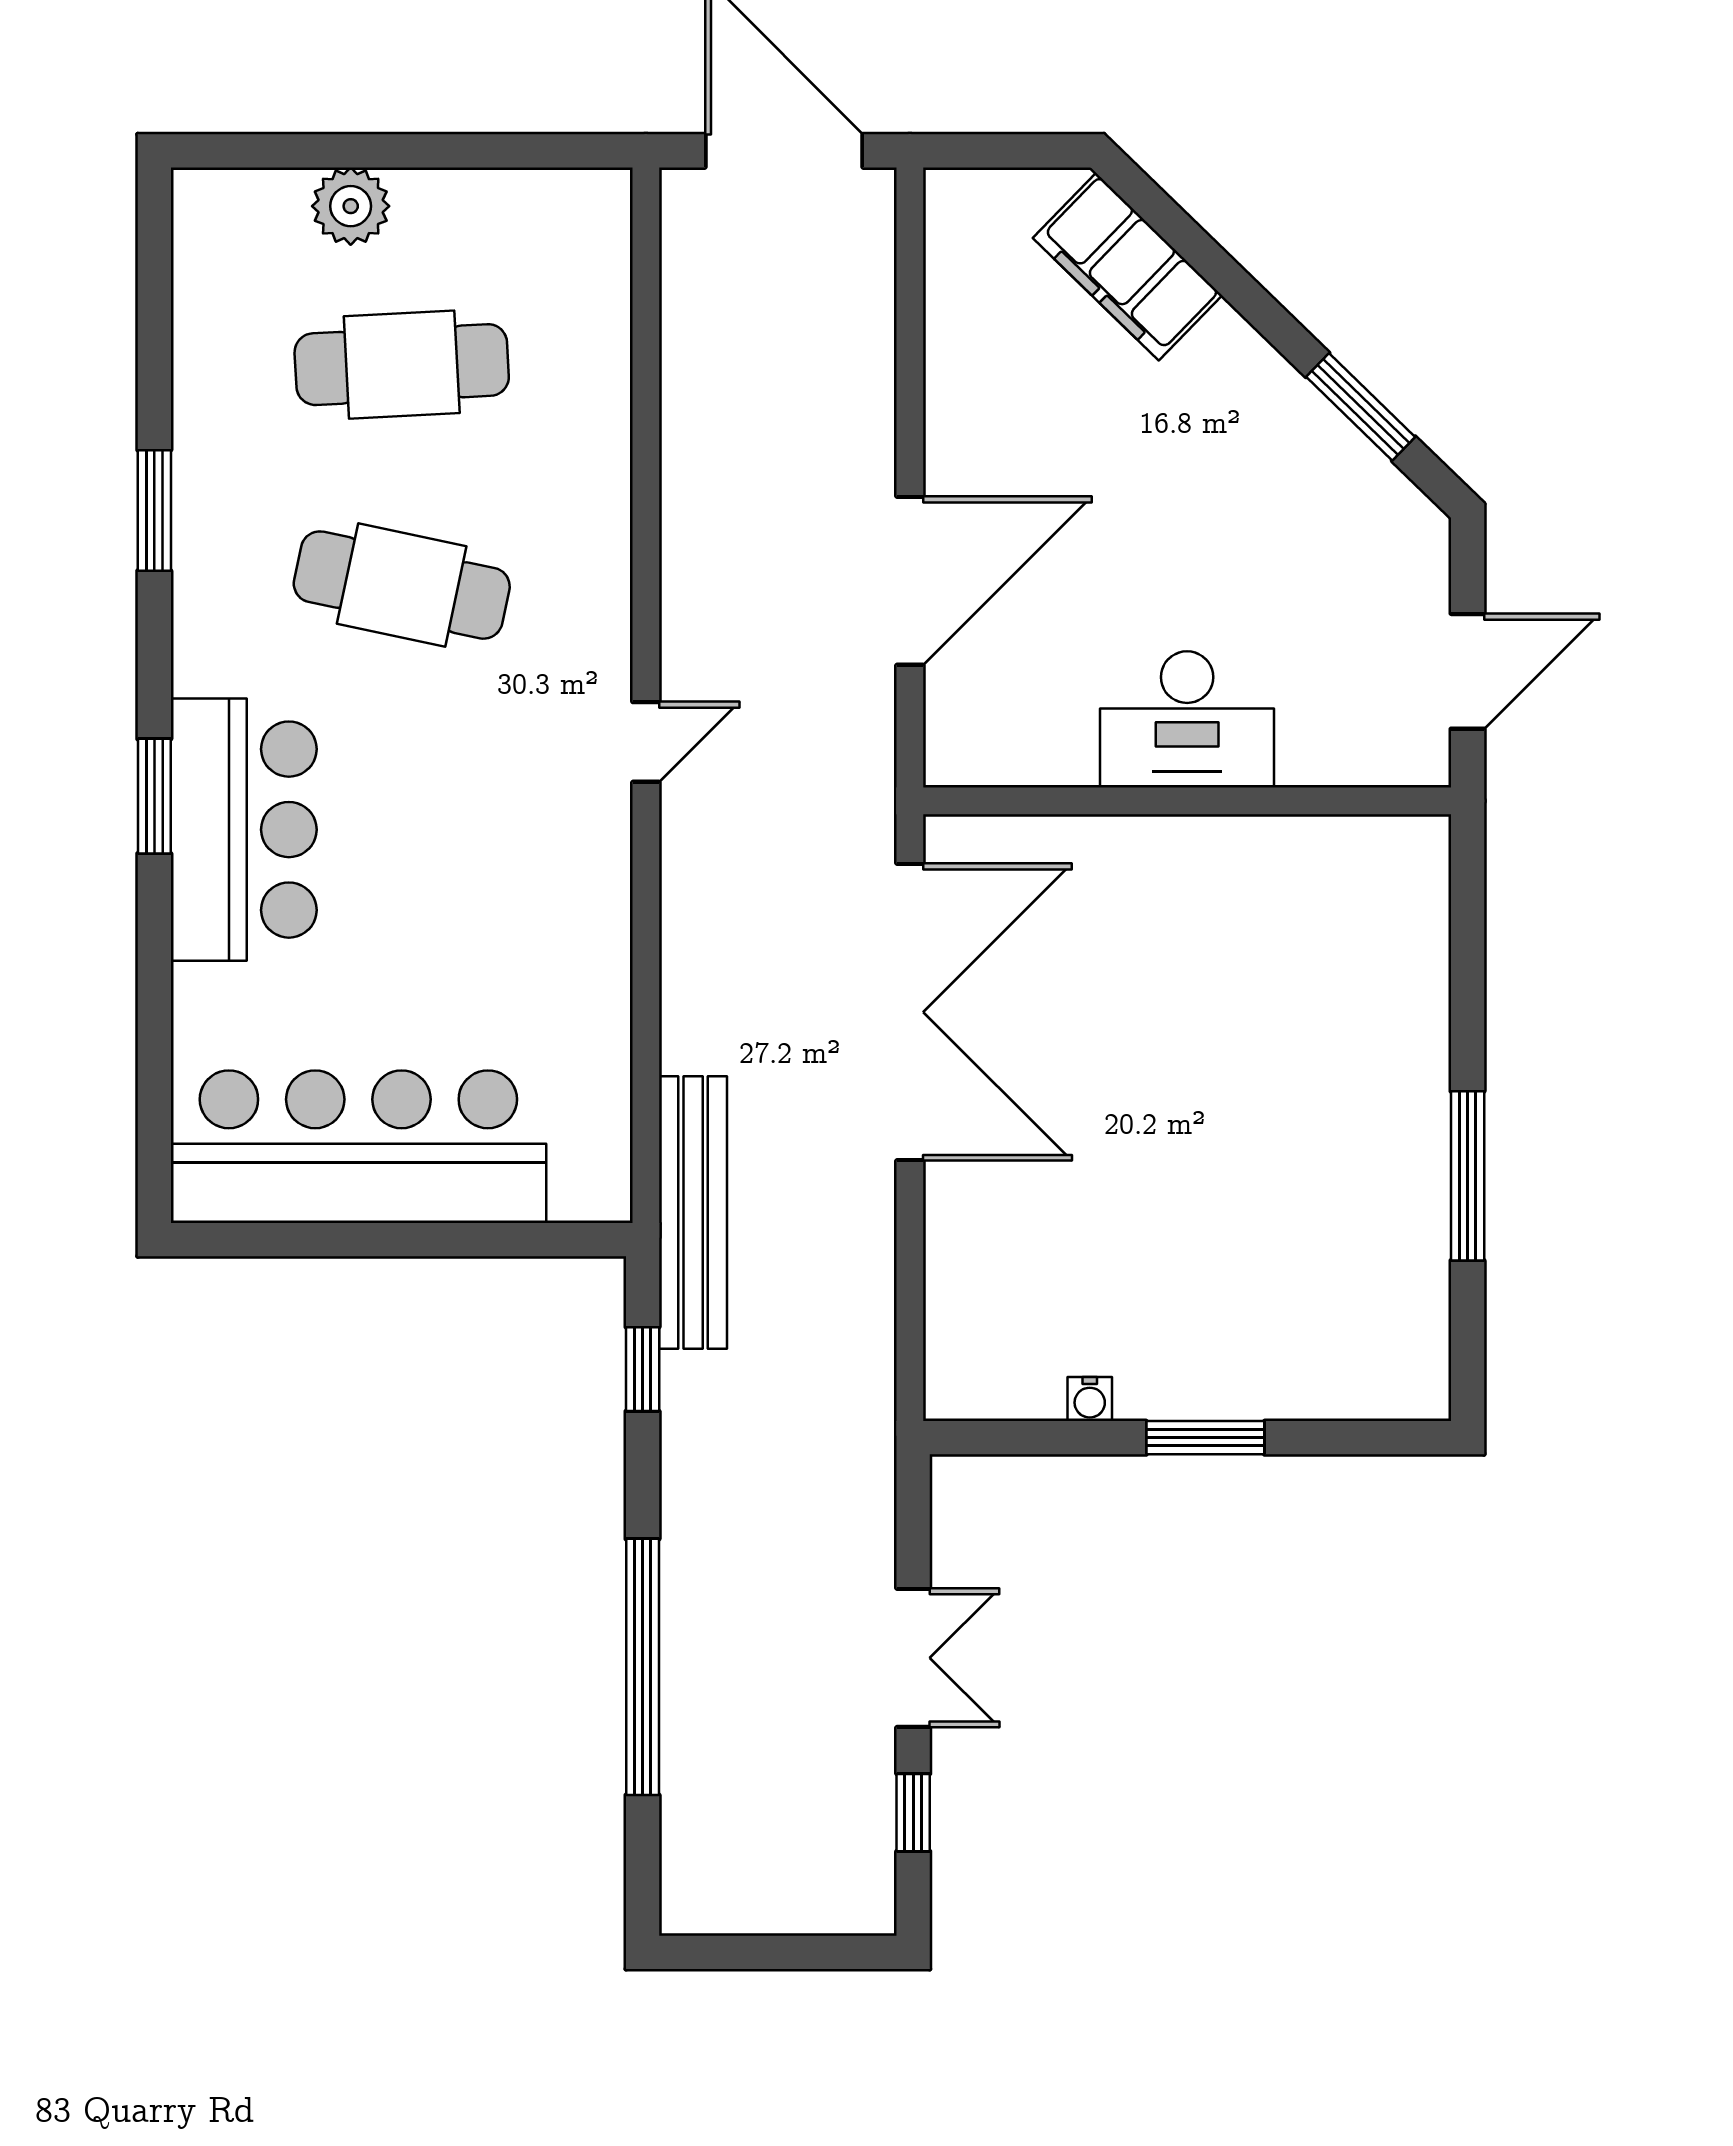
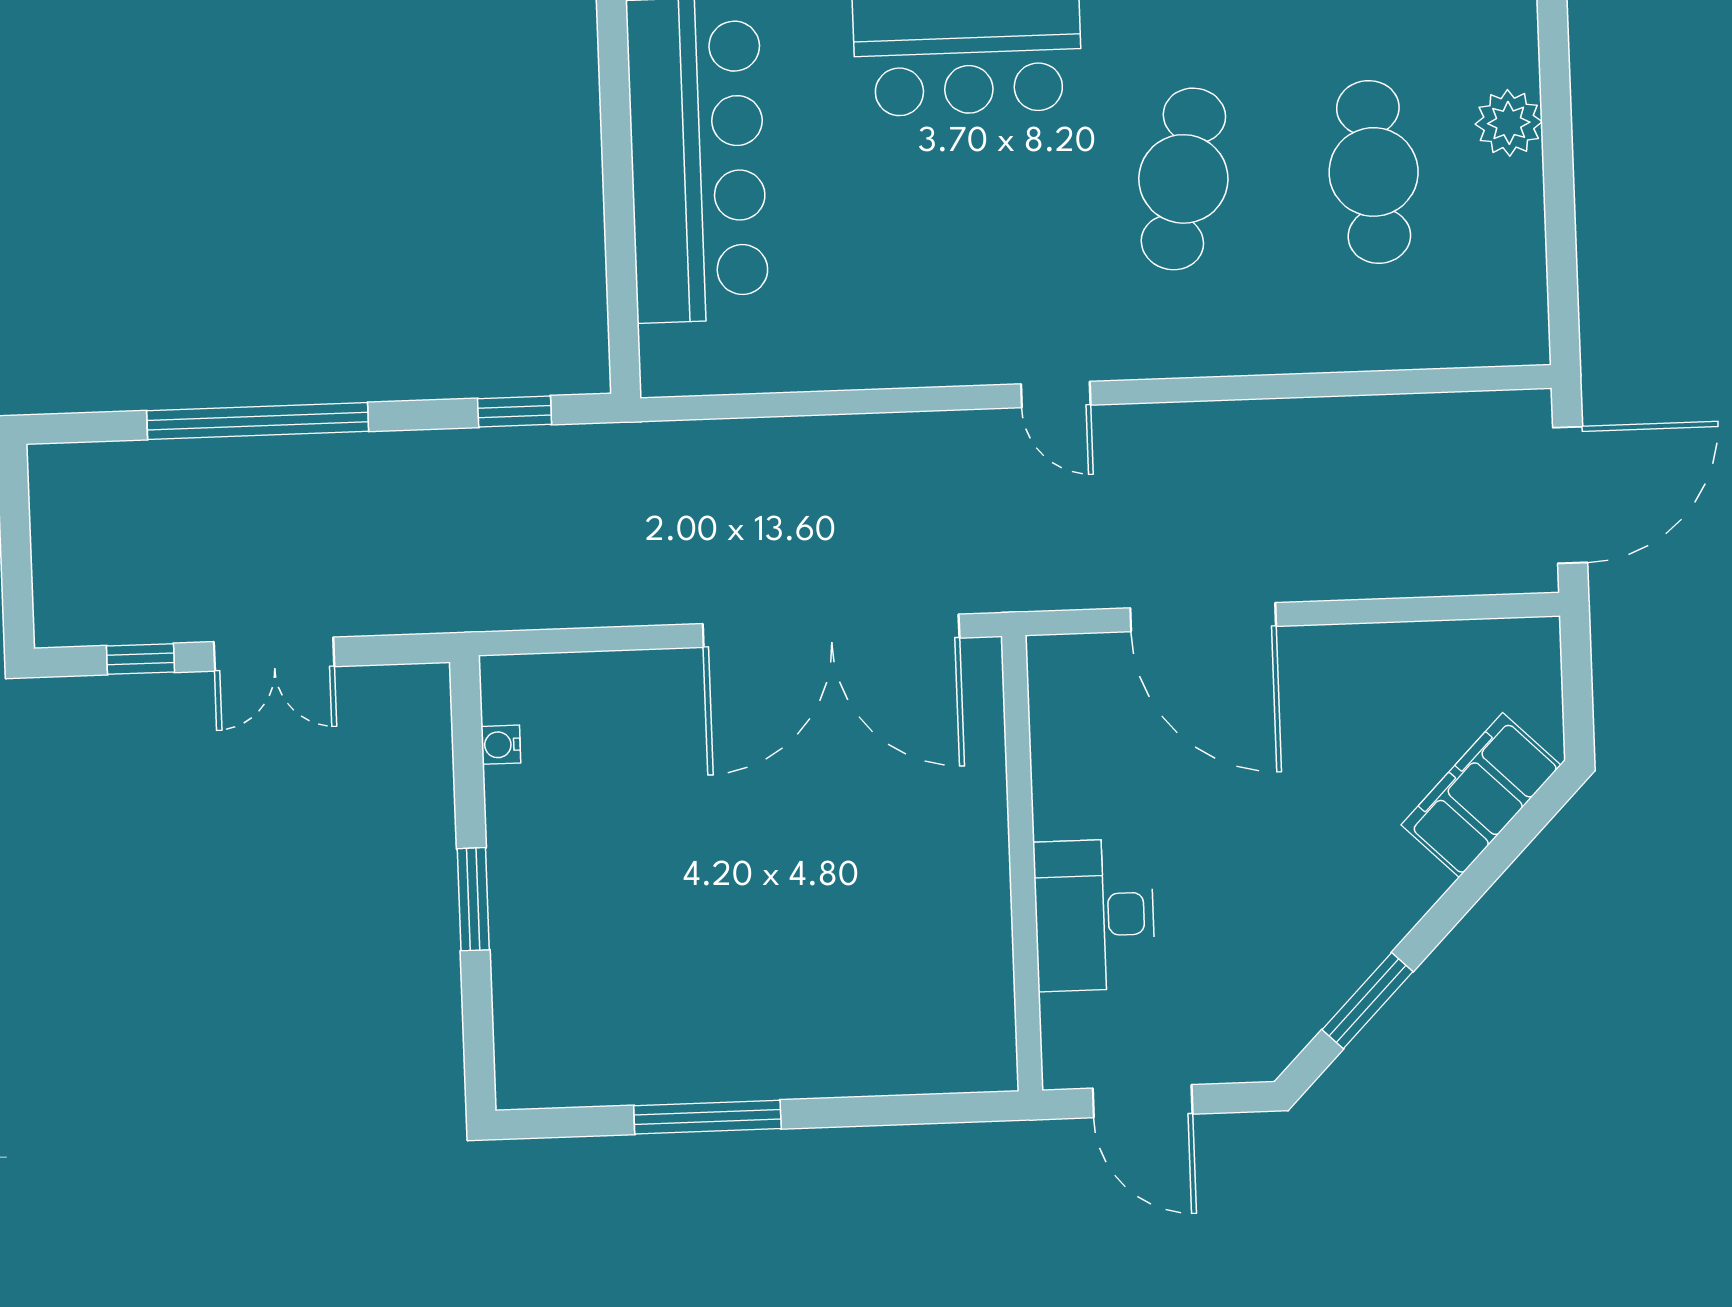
desk: (1187, 719) -> (1094, 915), moved
bench: (693, 1212) -> (651, 450), removed
water cooler: (1090, 1399) -> (501, 745), moved

